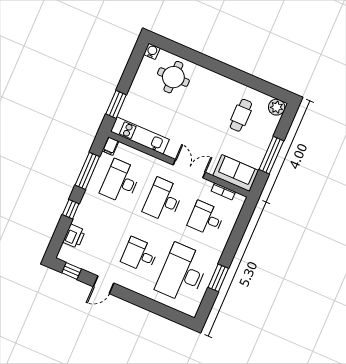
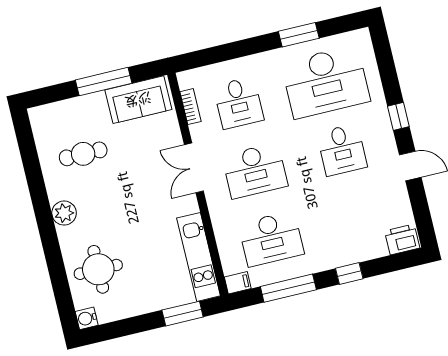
plant: (277, 107) -> (64, 213), moved
sofa: (236, 173) -> (138, 100), moved, turned -90
printer: (74, 236) -> (402, 239), moved
window: (72, 271) -> (398, 116), moved

